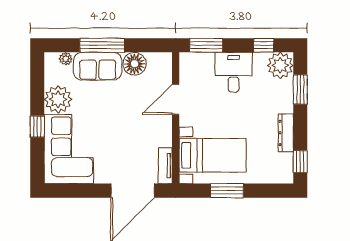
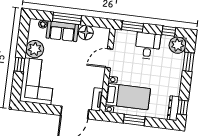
dresser: (286, 133) -> (173, 108), moved

